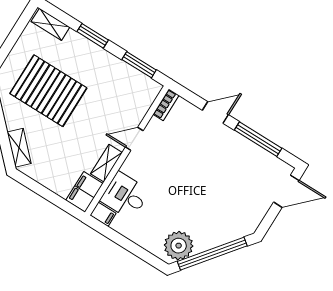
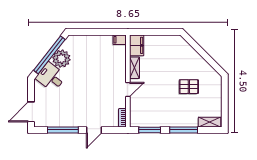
window: (93, 36) -> (184, 130), width x1.44
pallet: (48, 91) -> (189, 87), width x0.49, depth x0.50
shelving: (19, 148) -> (185, 47), removed
desk: (125, 196) -> (51, 77), moved, turned -142
plant: (179, 246) -> (61, 59), moved

